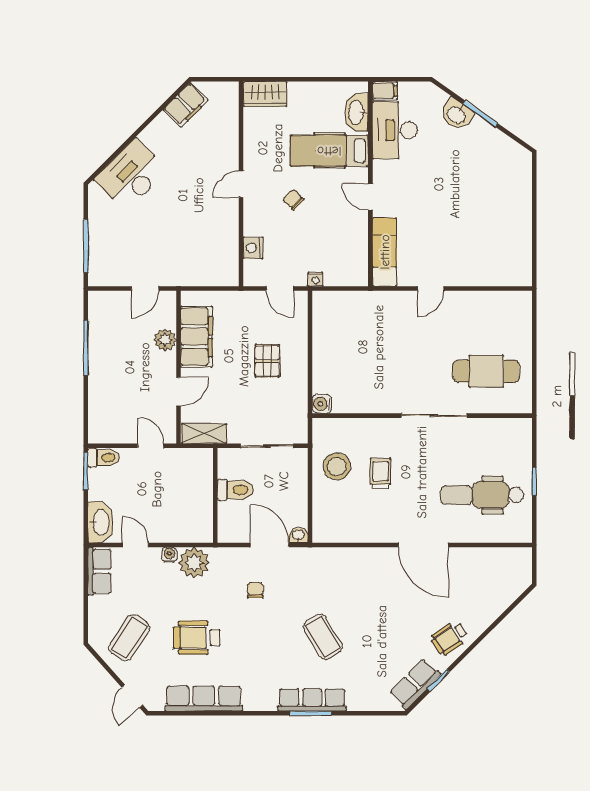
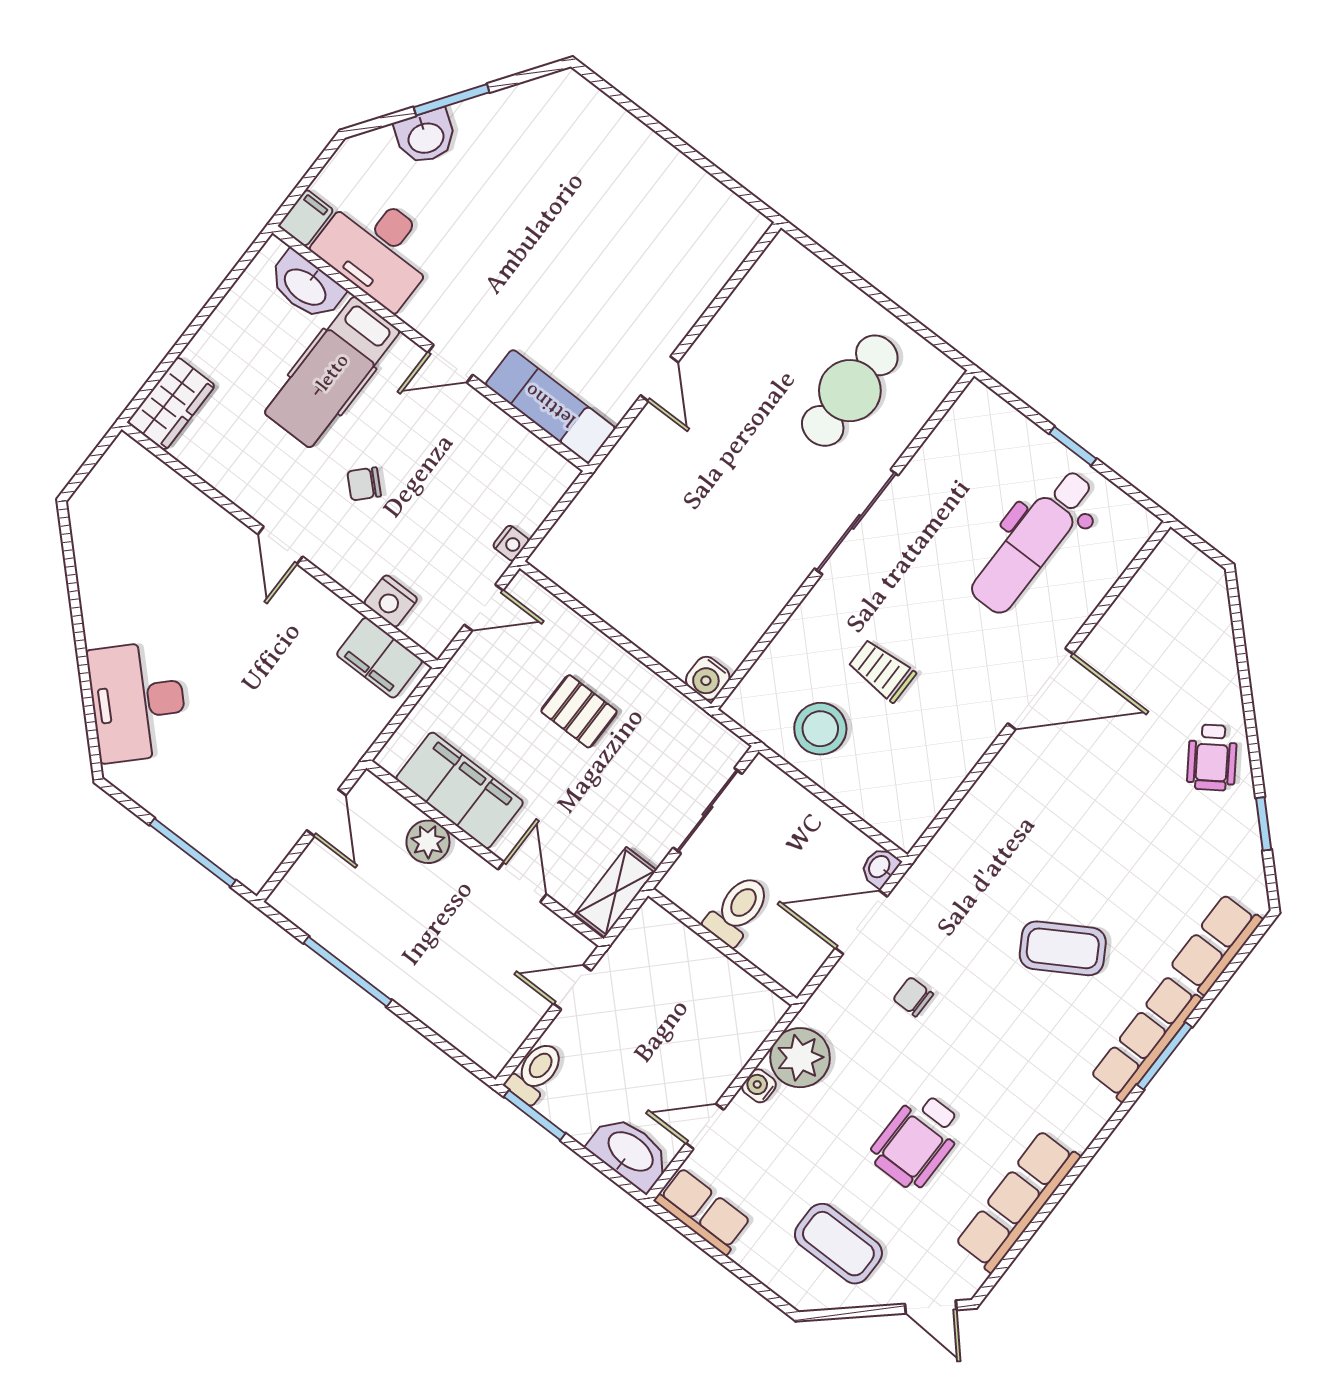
filing cabinet: (186, 105) -> (380, 658), moved, turned 135
coffee table: (129, 638) -> (838, 1244), turned -33
row of seats: (415, 684) -> (1216, 944), moved, turned 45

